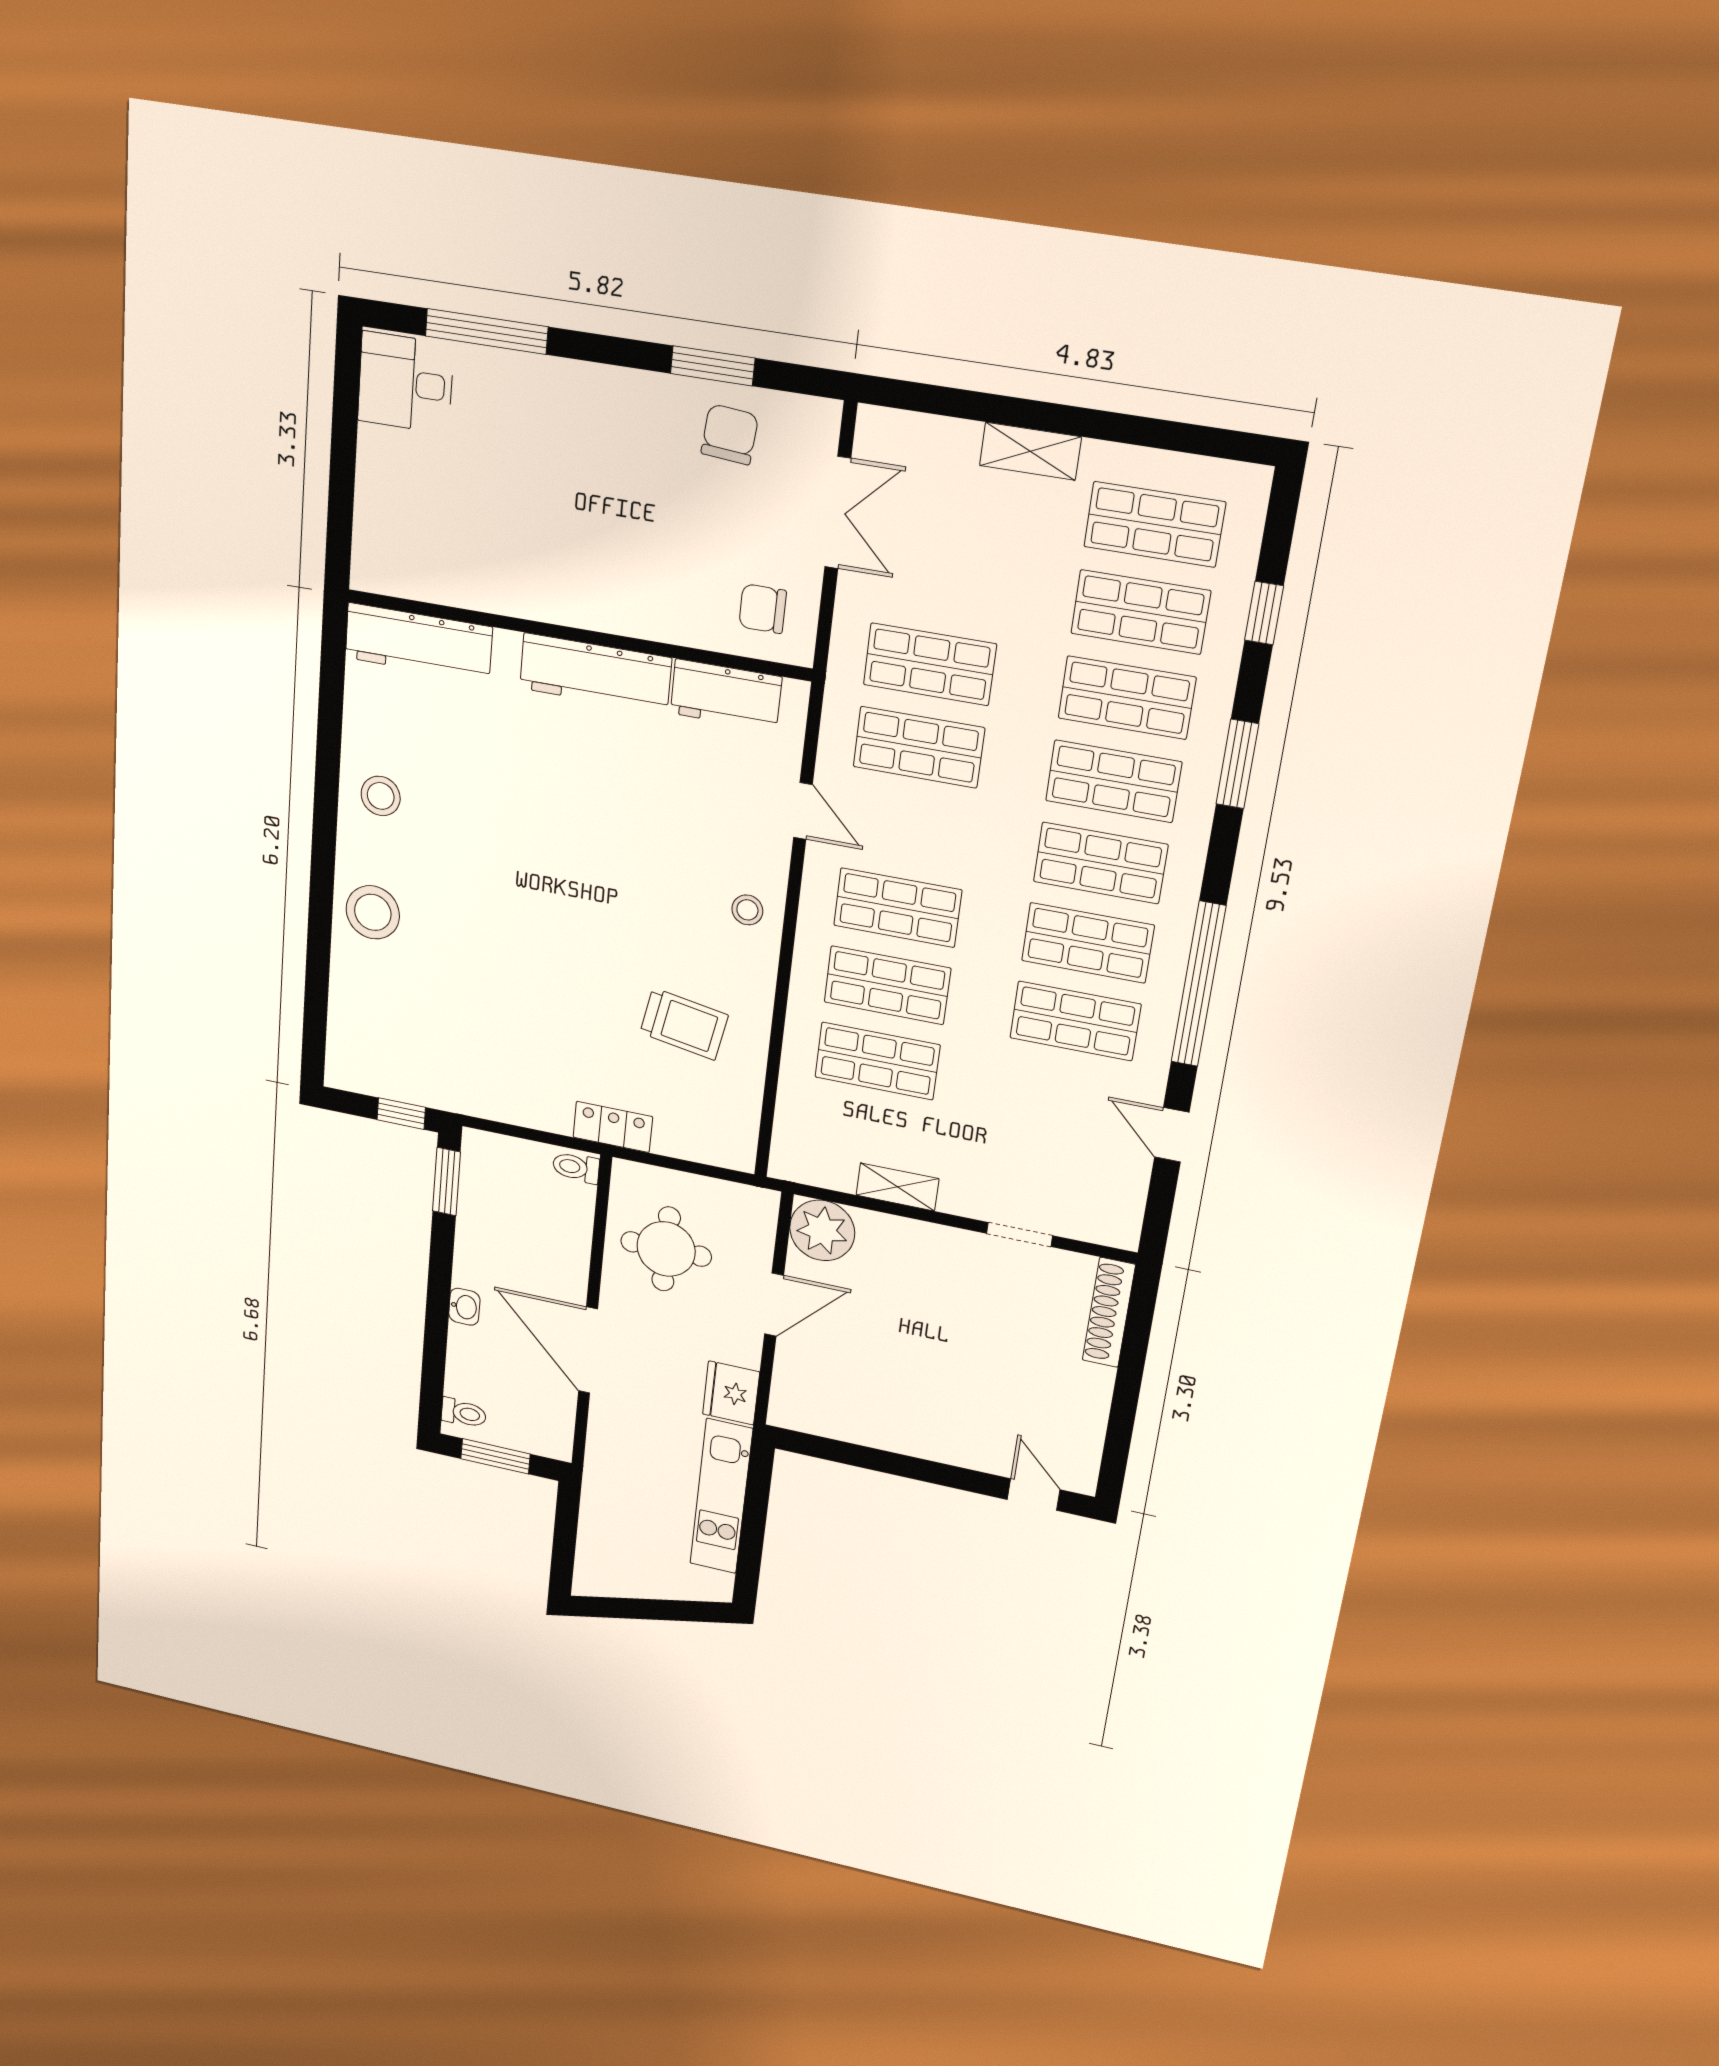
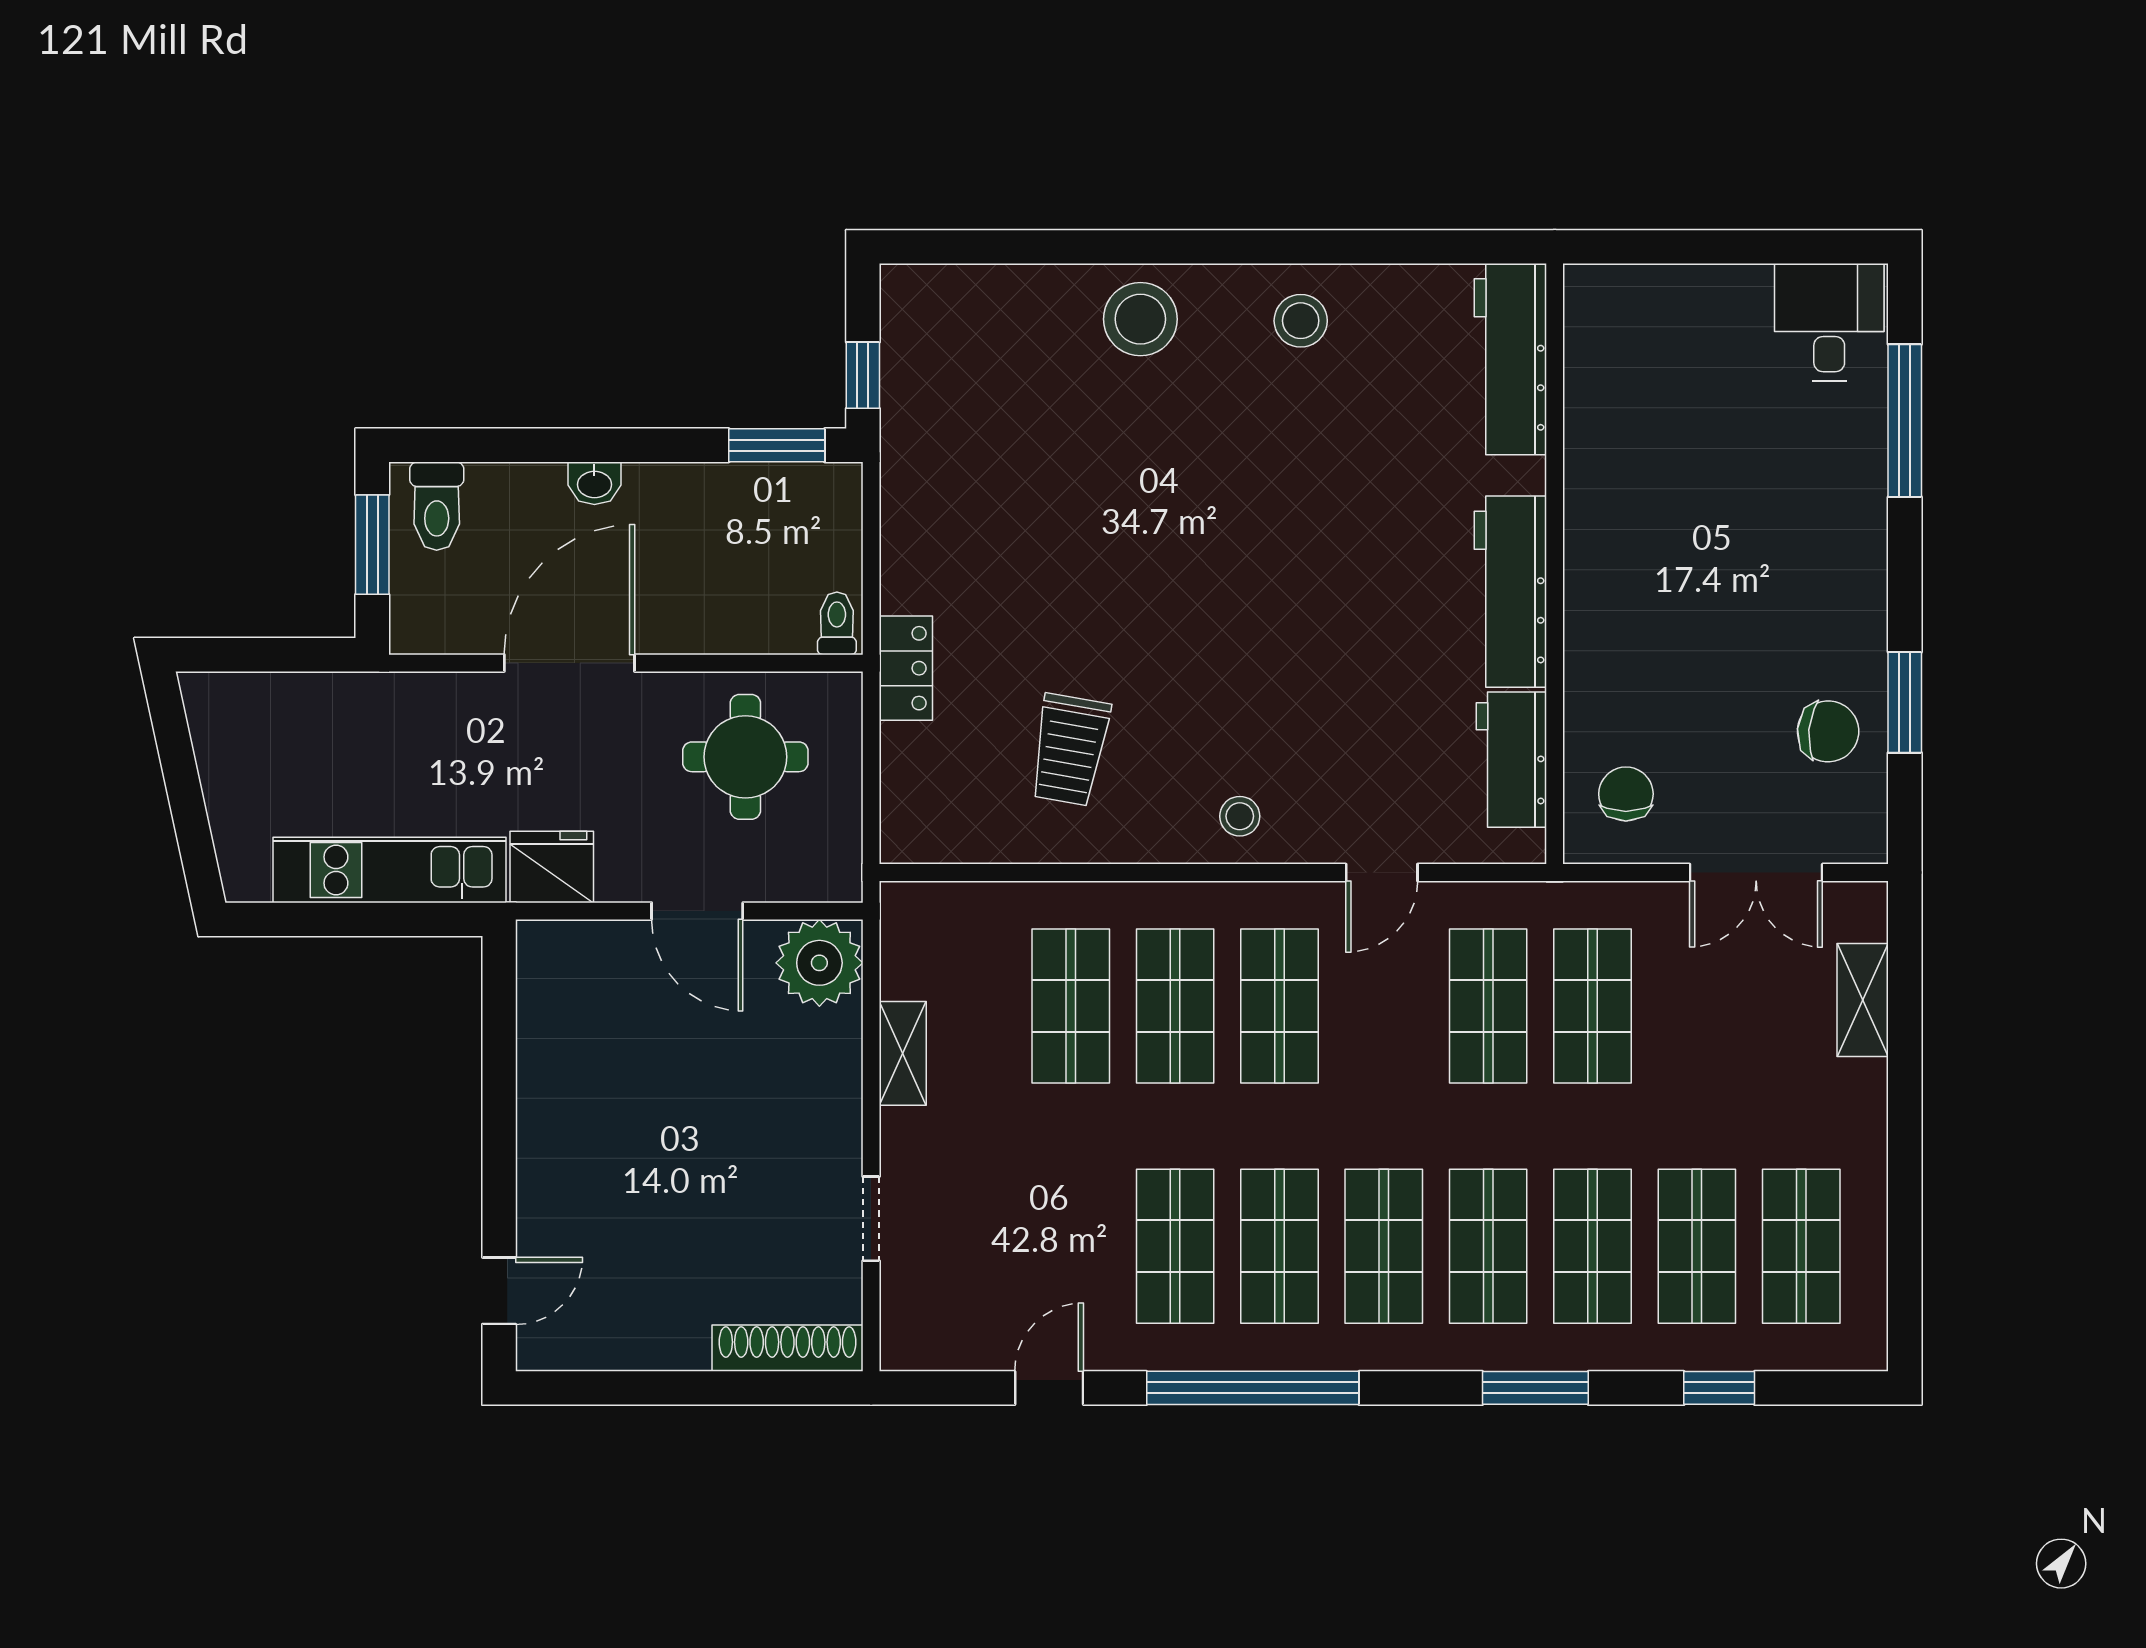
shelving: (1030, 451) -> (1863, 1000), moved
toilet: (464, 1413) -> (437, 506), width x1.37, depth x1.39

